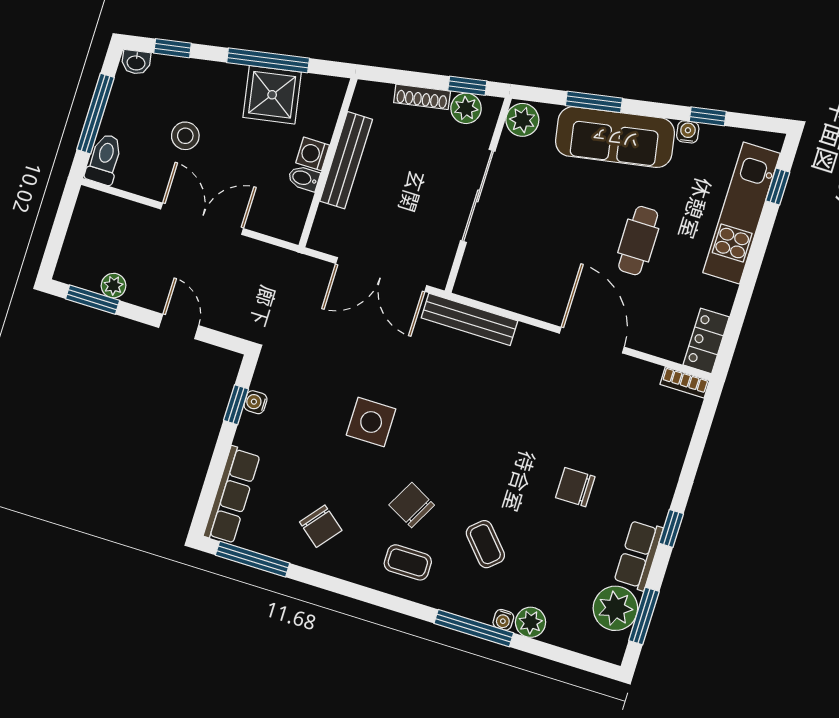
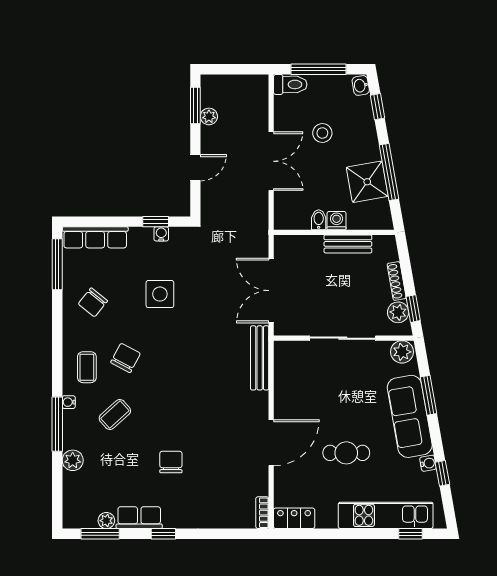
bench: (346, 160) -> (348, 244), width x0.73
side table: (371, 422) -> (160, 294), moved
plant: (615, 608) -> (106, 521), width x0.53, depth x0.53
water cooler: (503, 620) -> (69, 402), moved

